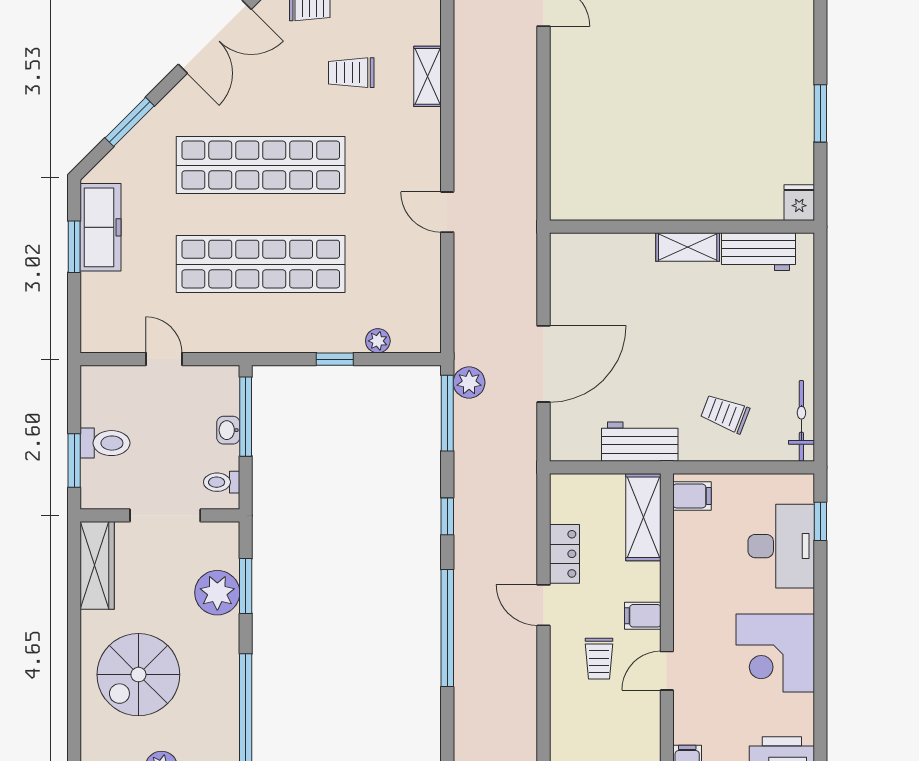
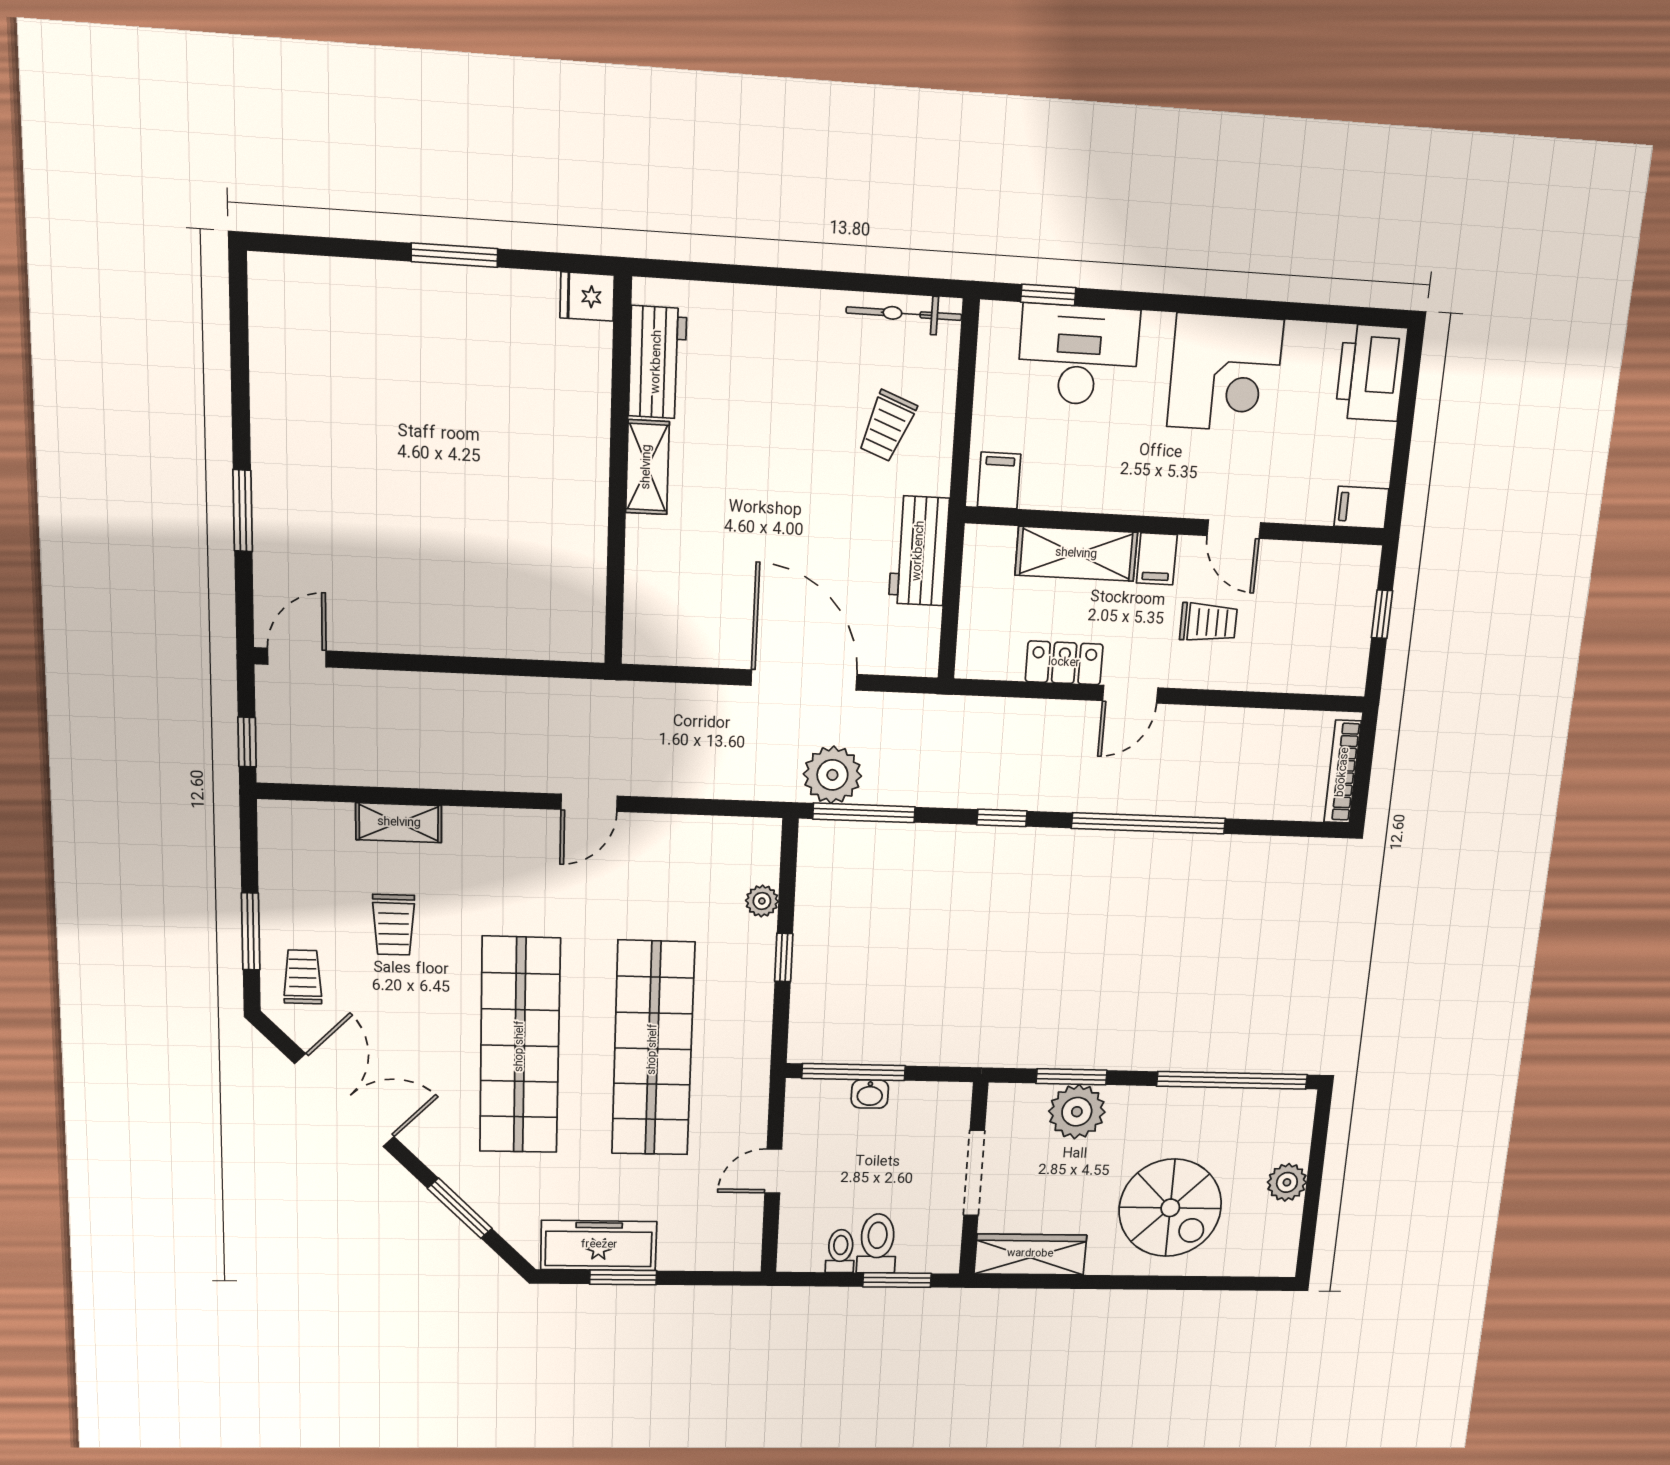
plant: (469, 383) -> (832, 775), width x1.36, depth x1.36
toilet: (222, 482) -> (840, 1251), moved, turned 180
shelving: (643, 517) -> (1076, 554), moved

